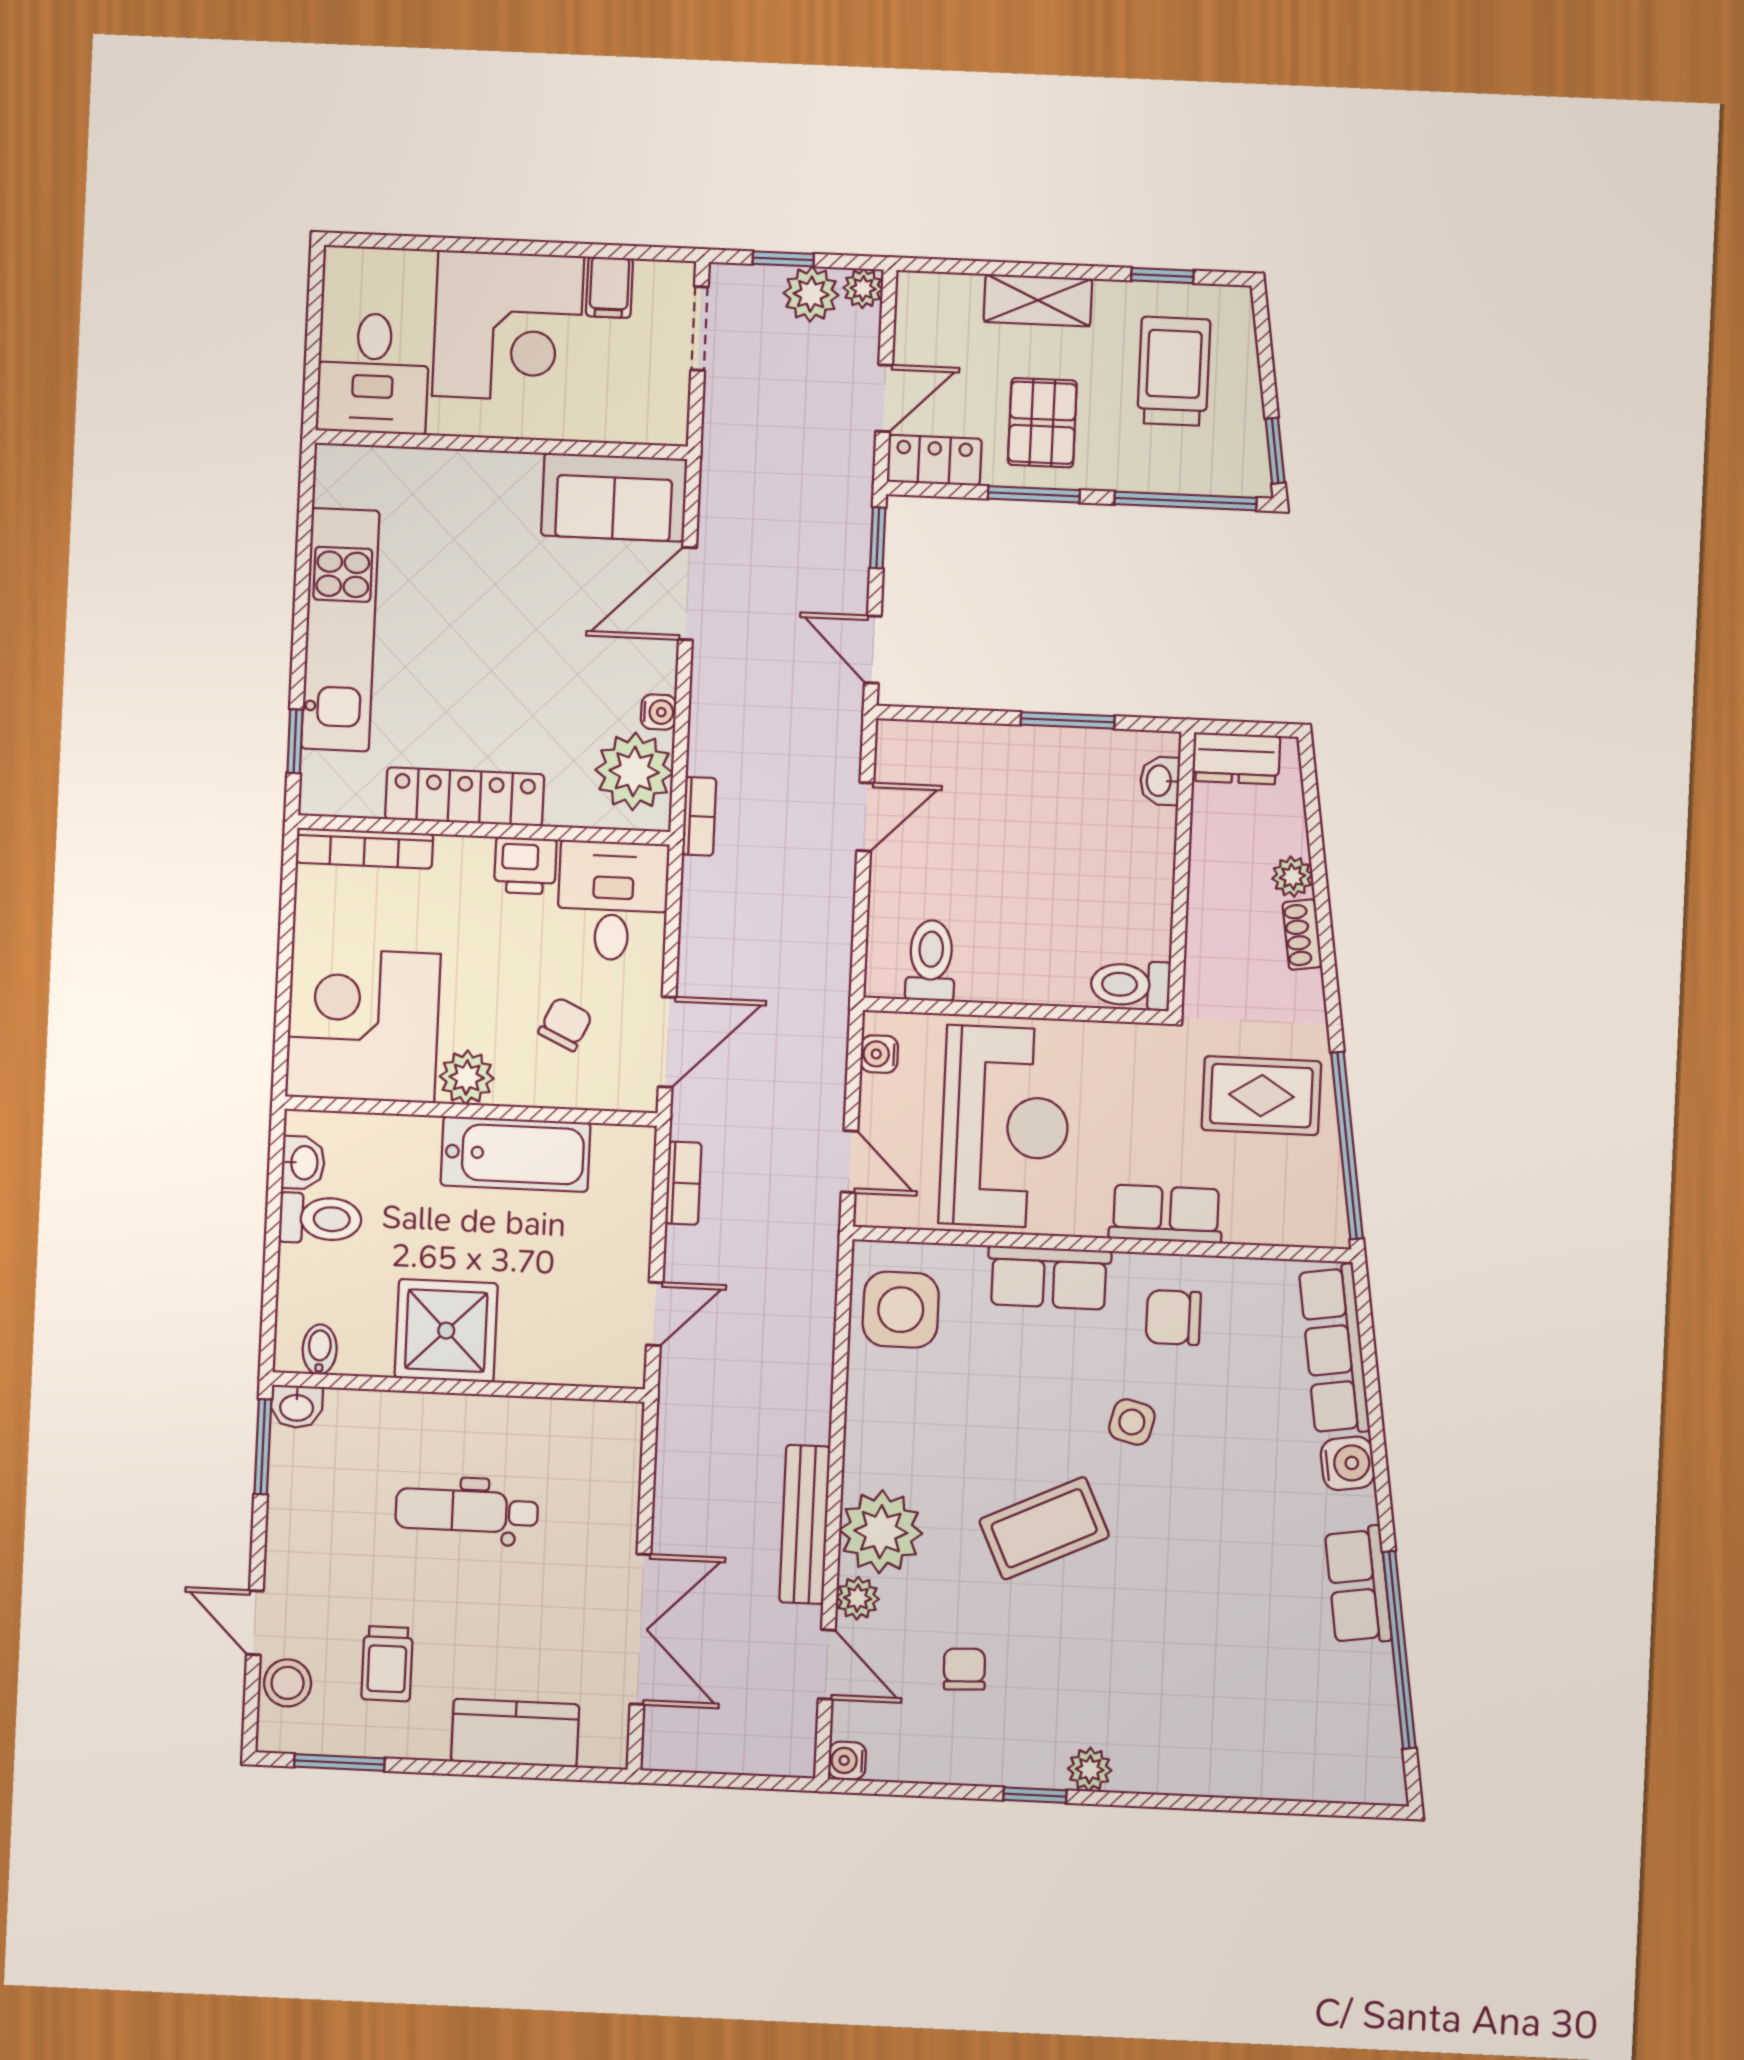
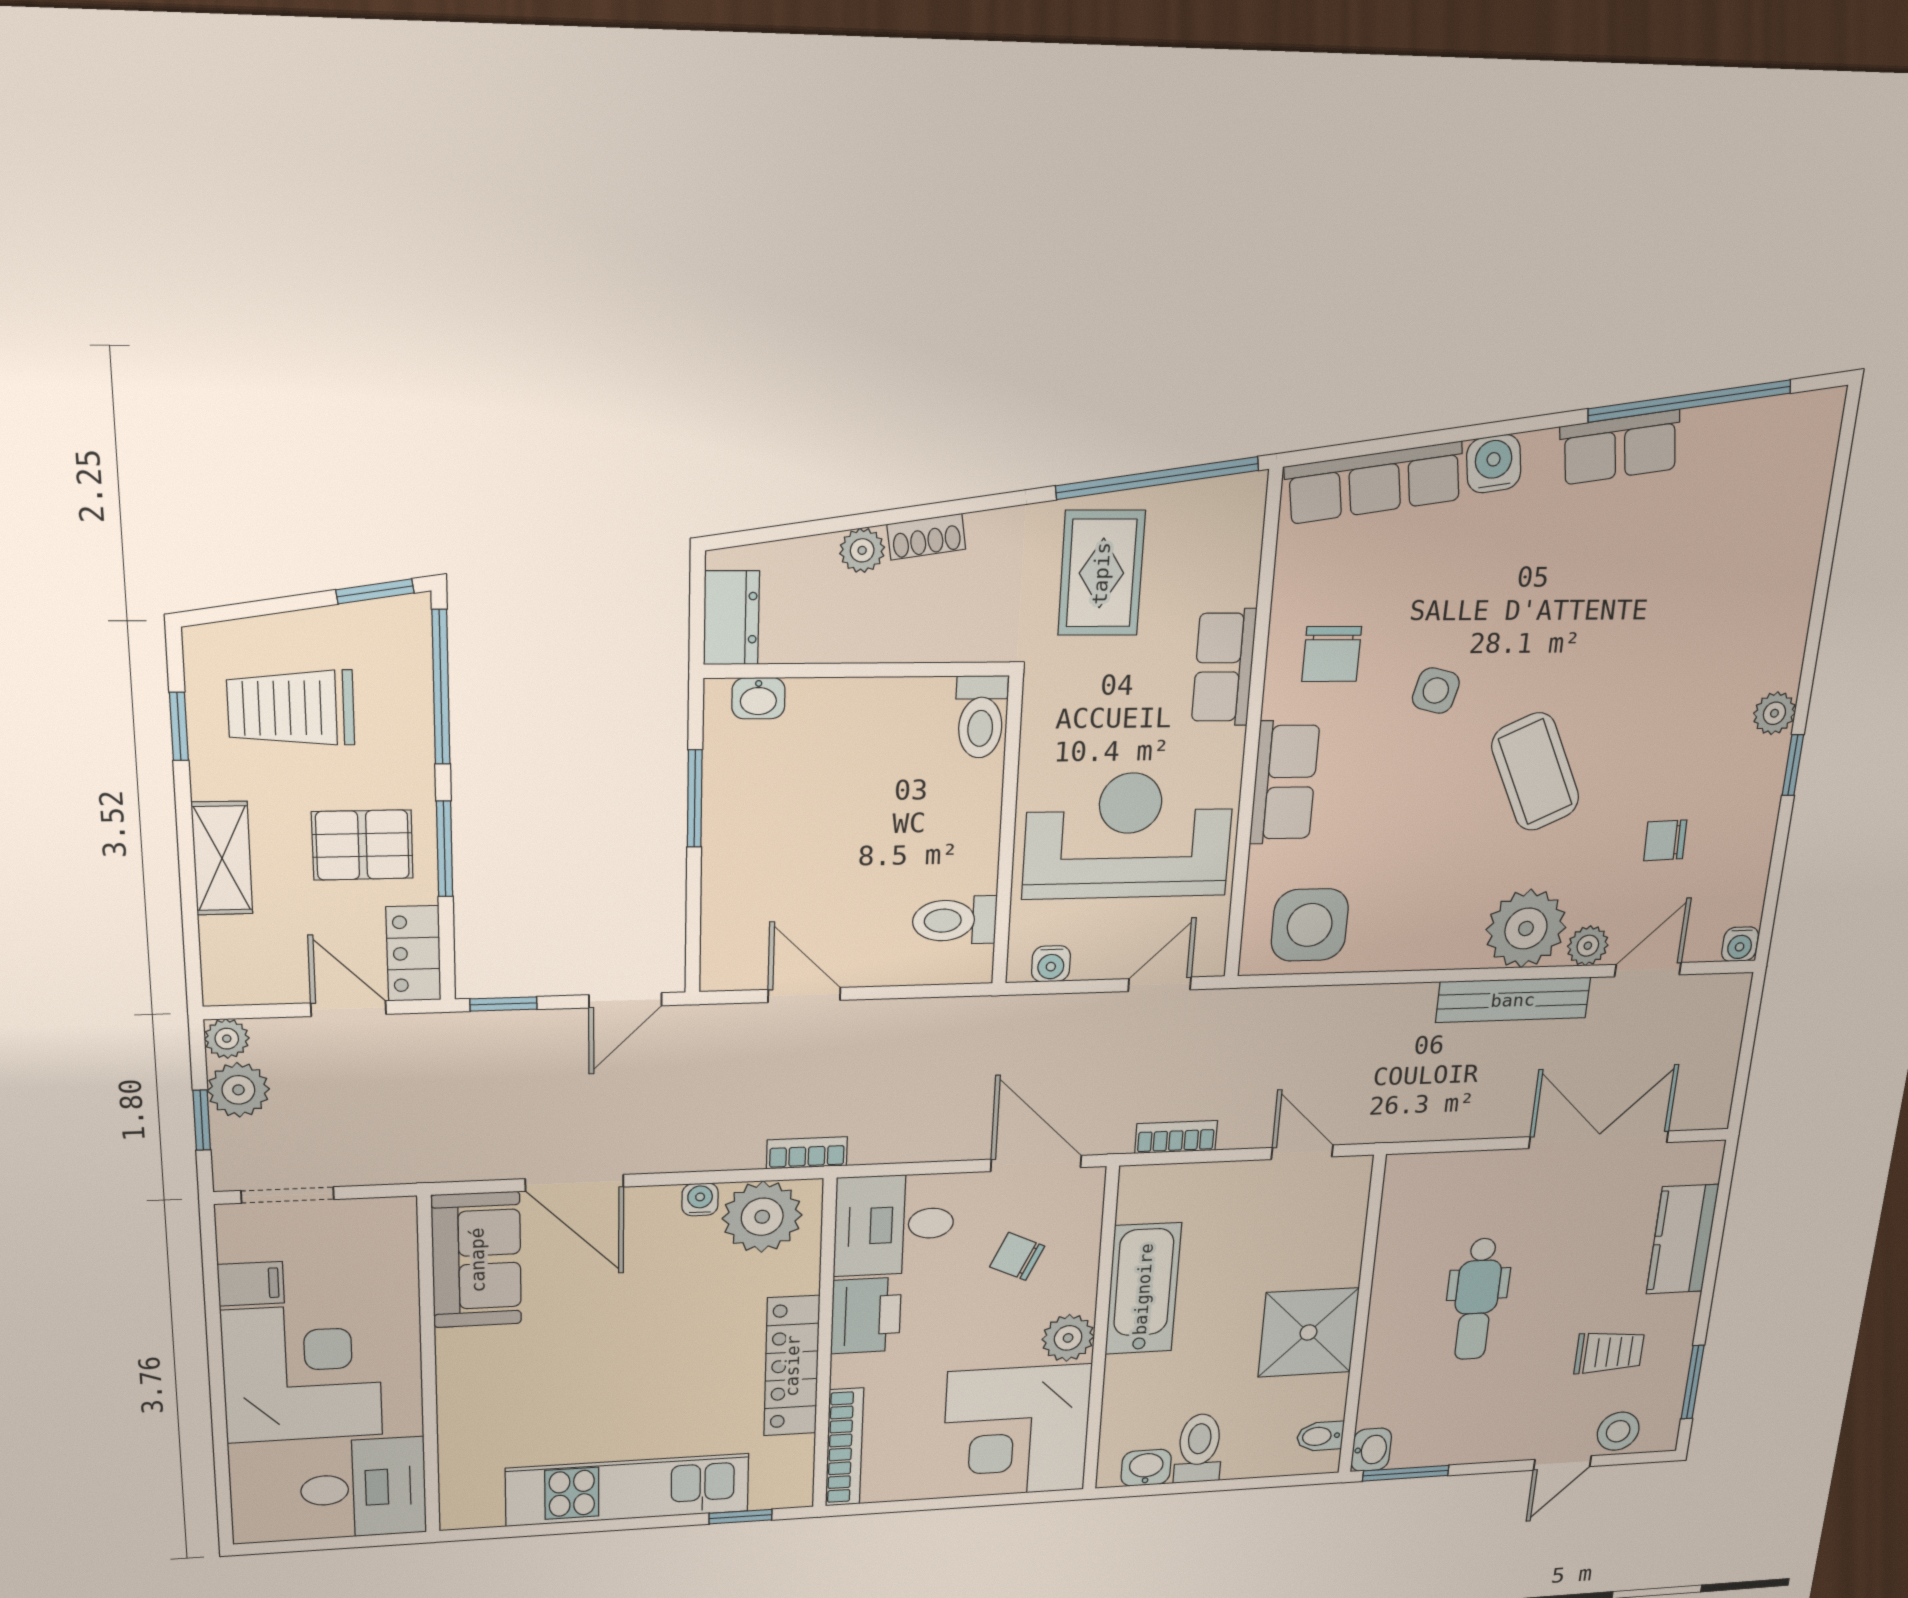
printer: (525, 866) -> (866, 1316), width x1.36, depth x1.24

